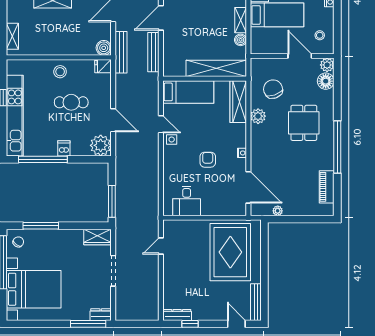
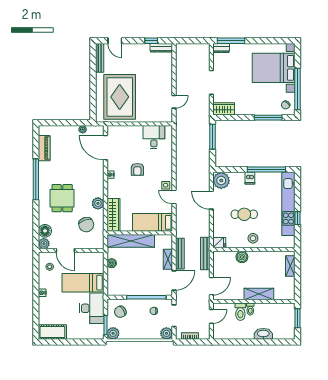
shelving: (241, 20) -> (168, 259), moved
boiler: (104, 48) -> (242, 257), moved

